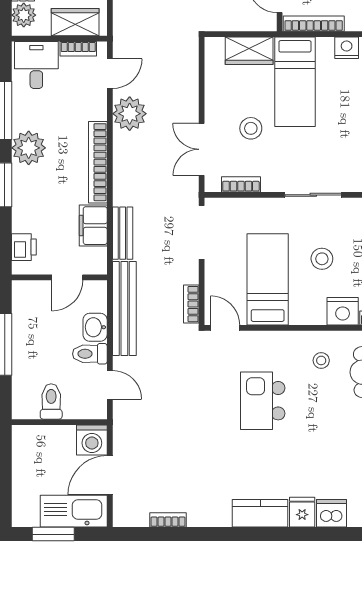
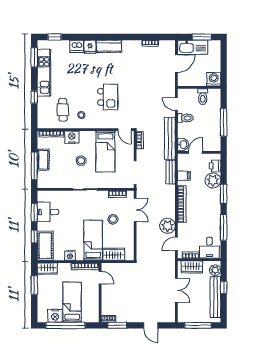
plant: (29, 148) -> (213, 180), moved
filing cabinet: (93, 226) -> (184, 176), width x0.50
washbasin: (95, 327) -> (183, 145), moved
washing machine: (92, 440) -> (214, 79), moved

